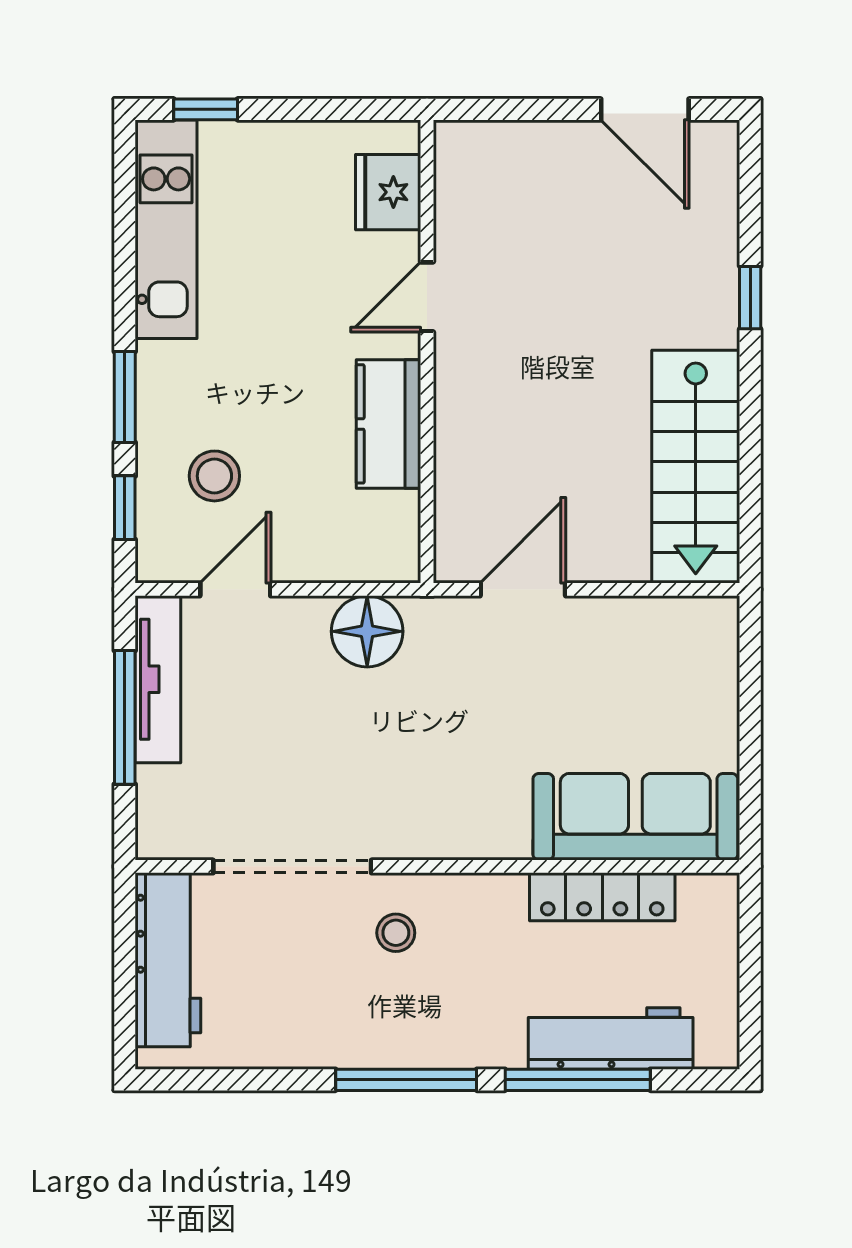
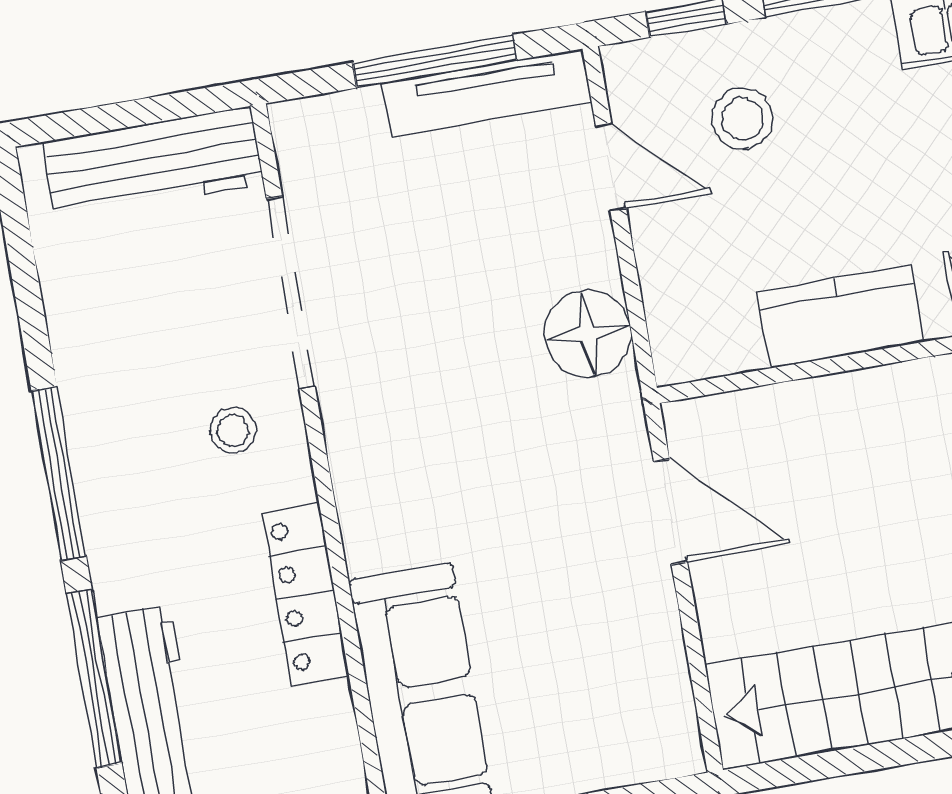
locker: (602, 897) -> (305, 594), moved

